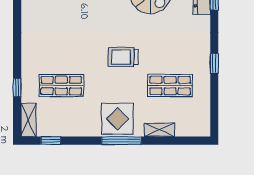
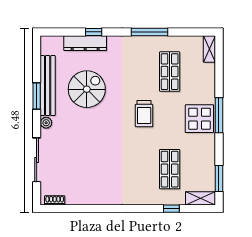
window: (214, 63) -> (150, 32), width x2.17
shelving: (159, 130) -> (209, 49), moved
window: (51, 141) -> (219, 179), width x1.50

